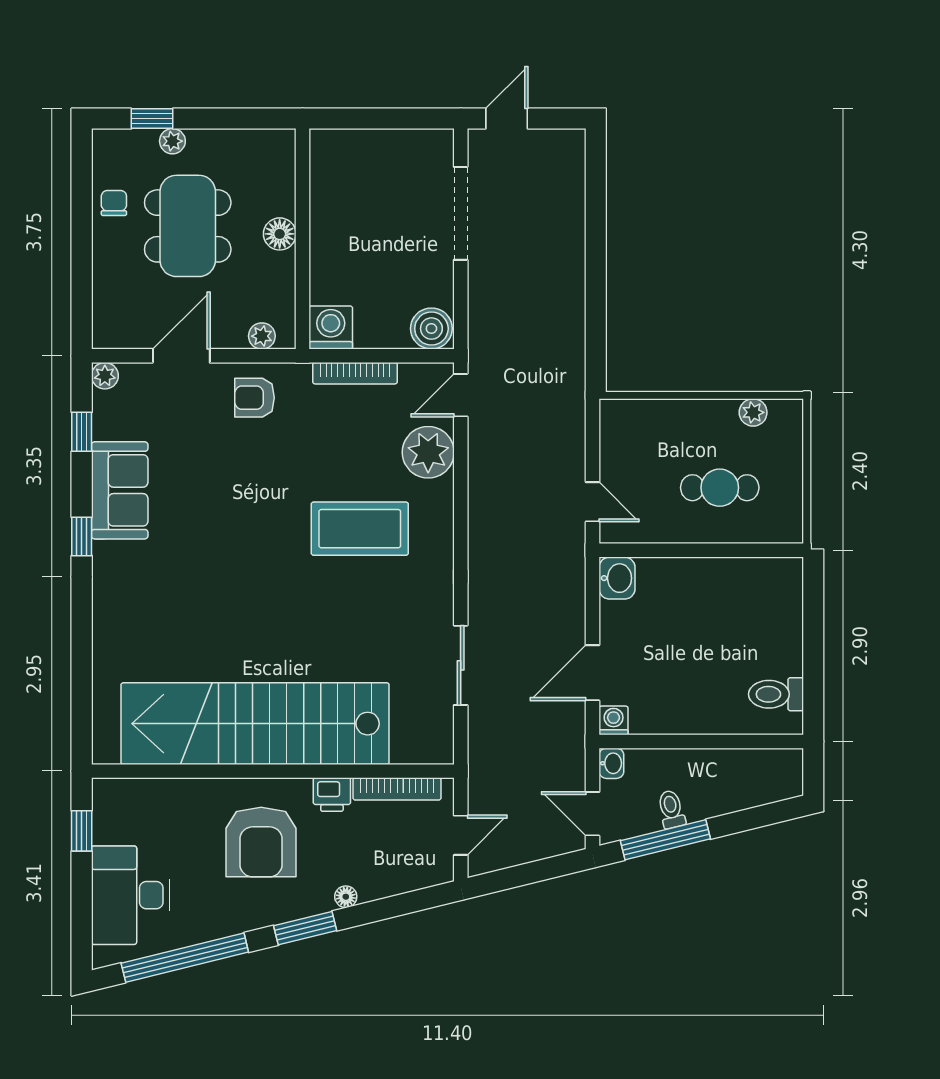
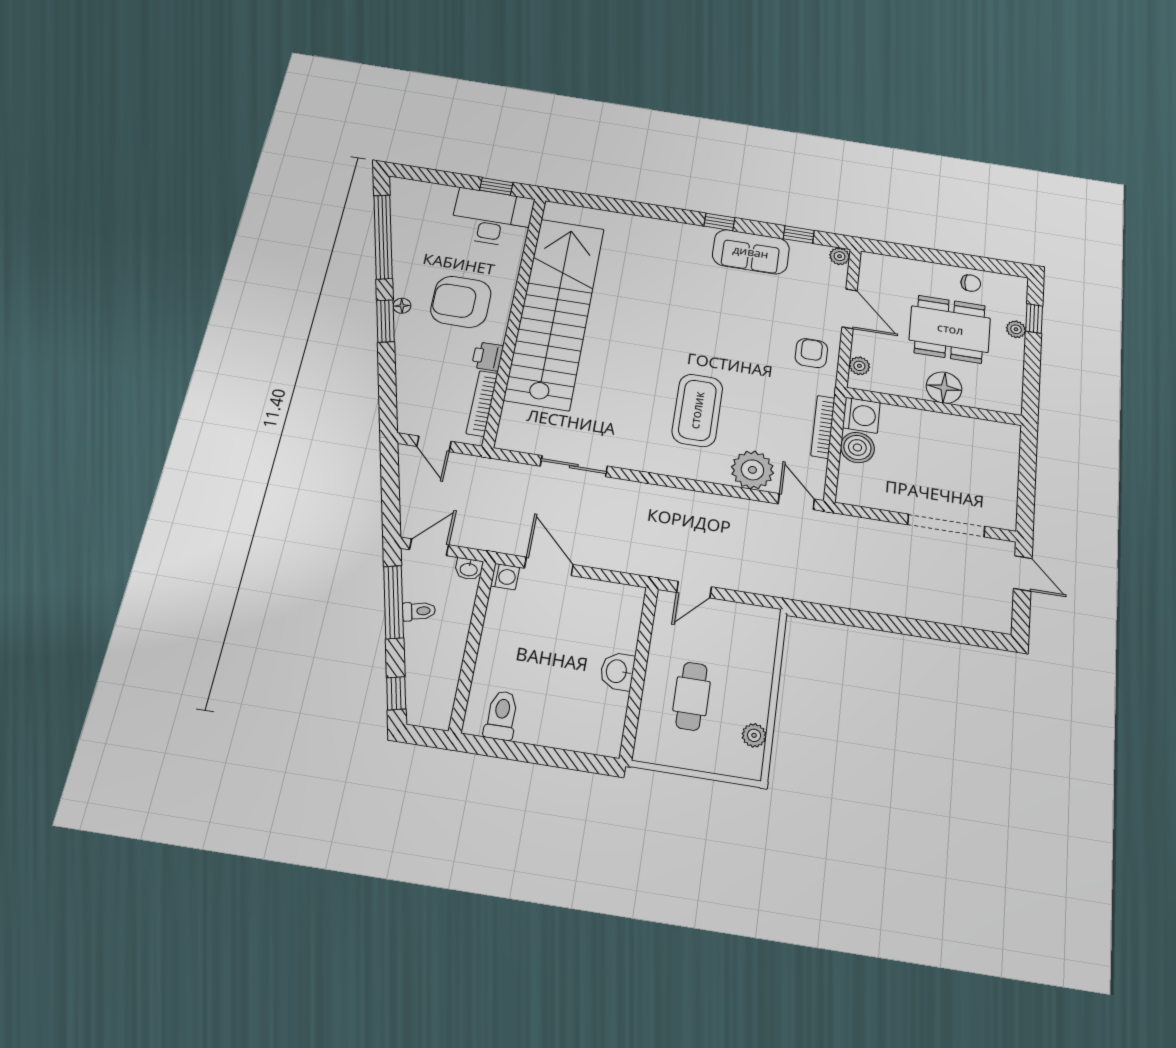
floor lamp: (280, 234) -> (944, 388), width x1.38, depth x1.38
boiler: (431, 329) -> (857, 447), moved
washbasin: (617, 578) -> (617, 671), moved, turned 90
window: (770, 814) -> (396, 693), added
desk: (130, 895) -> (492, 218), moved
floor lamp: (346, 897) -> (402, 306), moved

